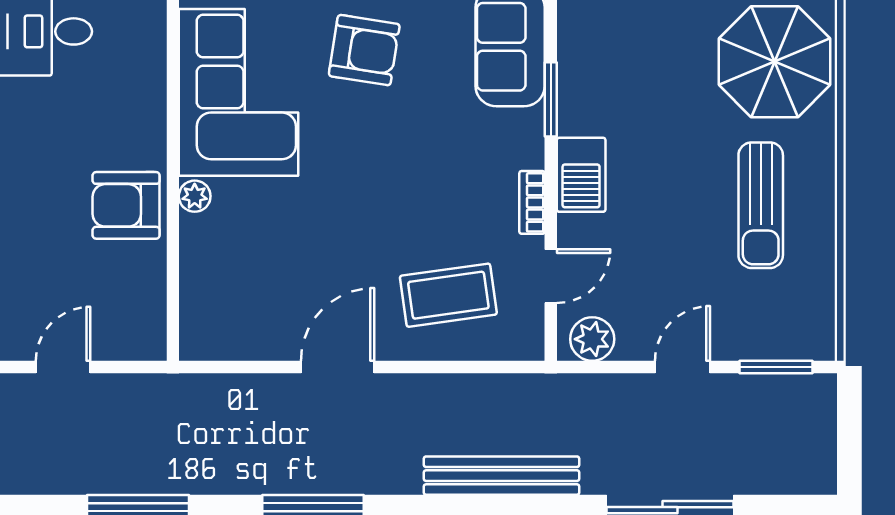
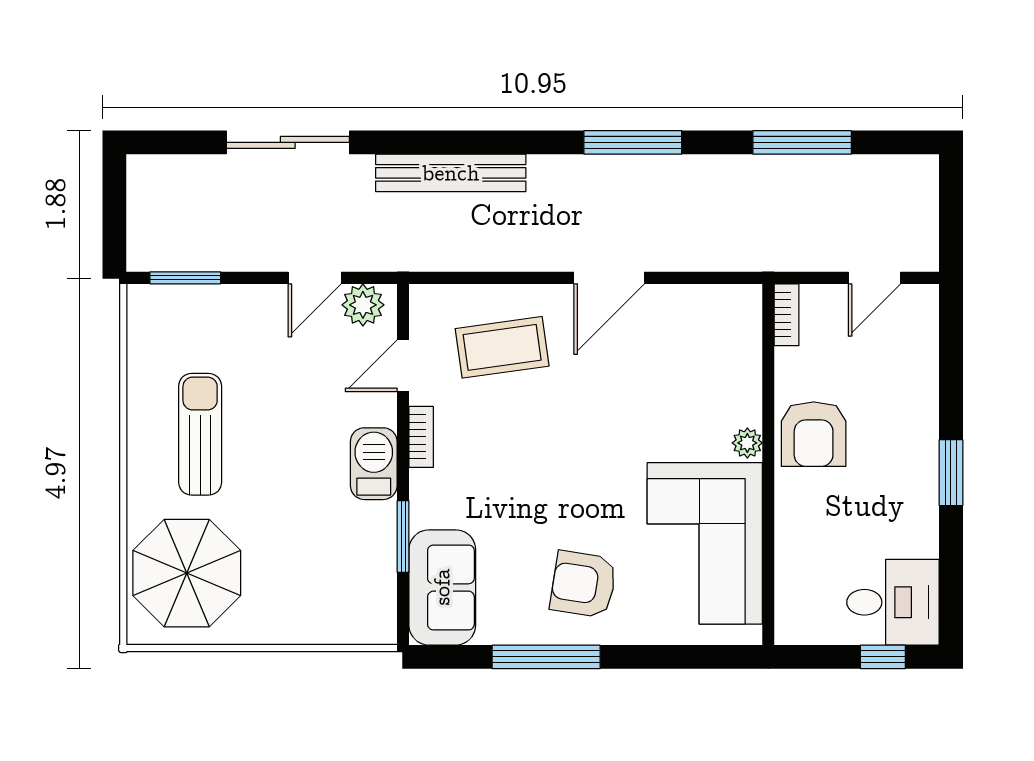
armchair: (126, 205) -> (814, 434), turned 90
bookcase: (154, 329) -> (787, 315), added
door: (683, 367) -> (315, 278), moved

